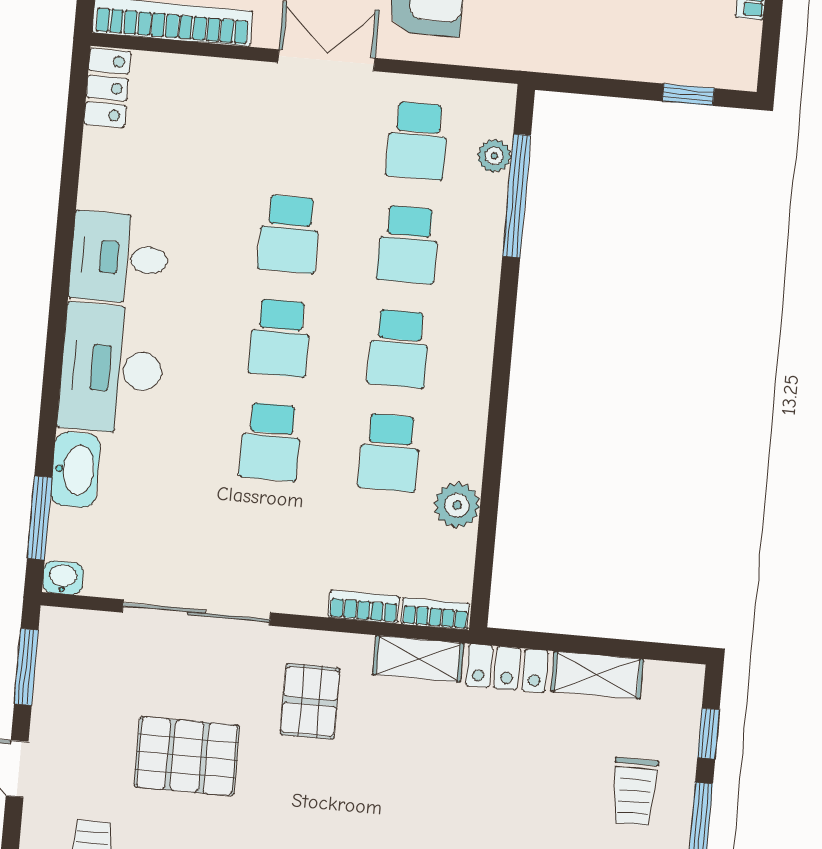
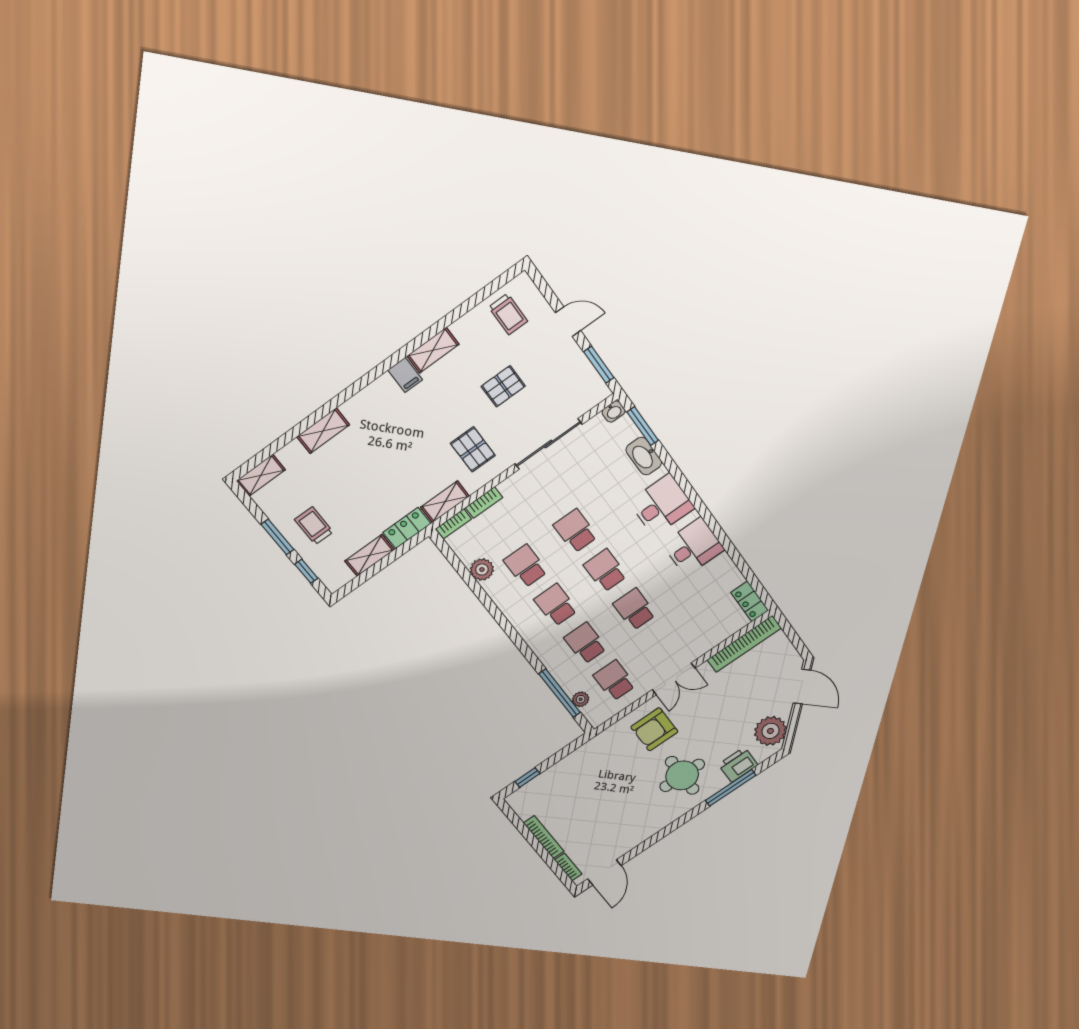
desk: (112, 369) -> (662, 505), width x0.73
pallet: (187, 756) -> (503, 386), width x0.67, depth x0.71

